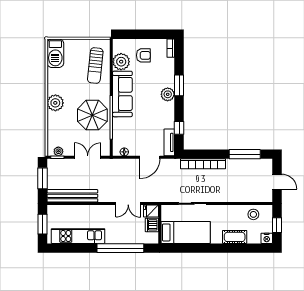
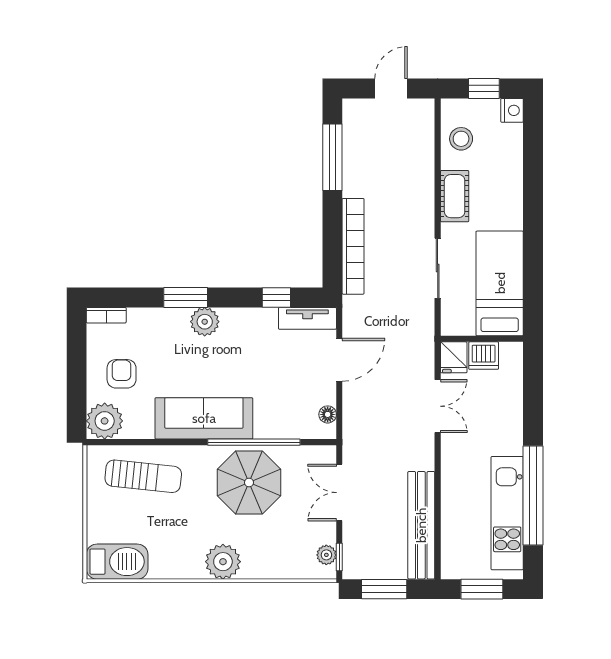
plant: (121, 62) -> (105, 421), moved
door: (150, 157) -> (339, 360), hinge flipped
cot: (235, 237) -> (455, 196), moved
window: (120, 248) -> (533, 495), moved

